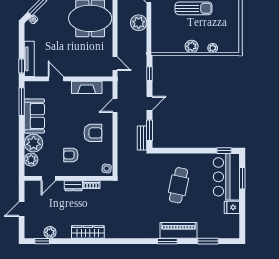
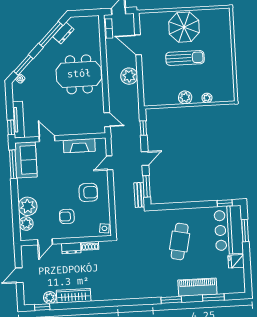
sofa: (34, 116) -> (26, 160), moved
piano: (179, 230) -> (197, 287), moved
wardrobe: (88, 232) -> (74, 296), moved

